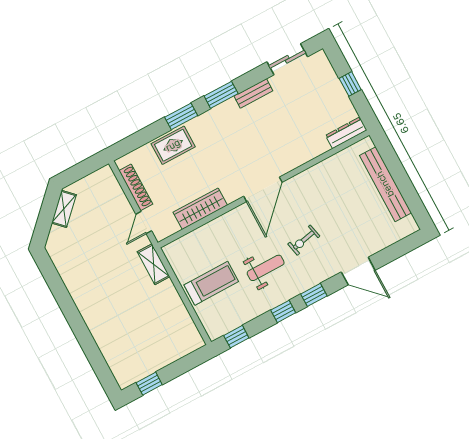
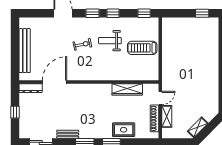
door: (263, 189) -> (55, 82), moved
shelving: (154, 264) -> (167, 116), moved

